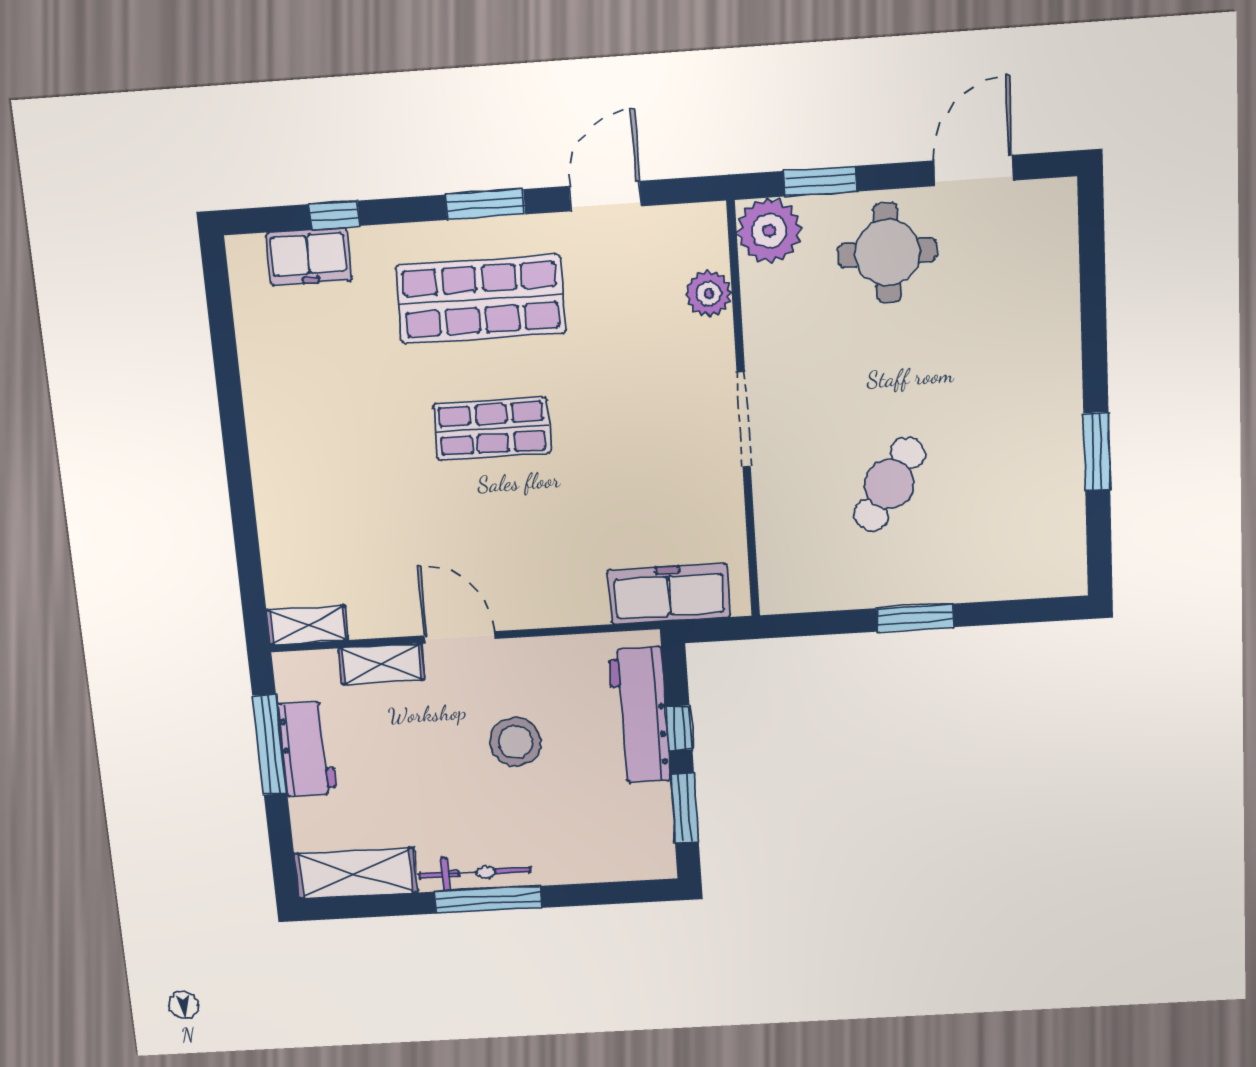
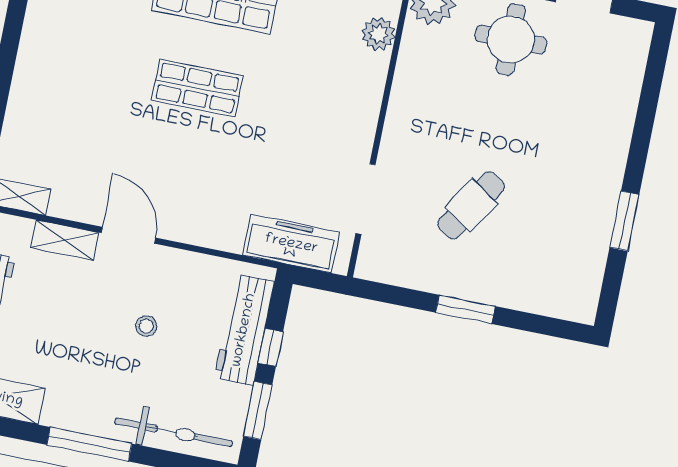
doorway: (744, 419) -> (365, 199), moved
stool: (516, 742) -> (146, 326), width x0.53, depth x0.53
bicycle: (475, 873) -> (174, 432), moved, width x1.37, depth x1.40

